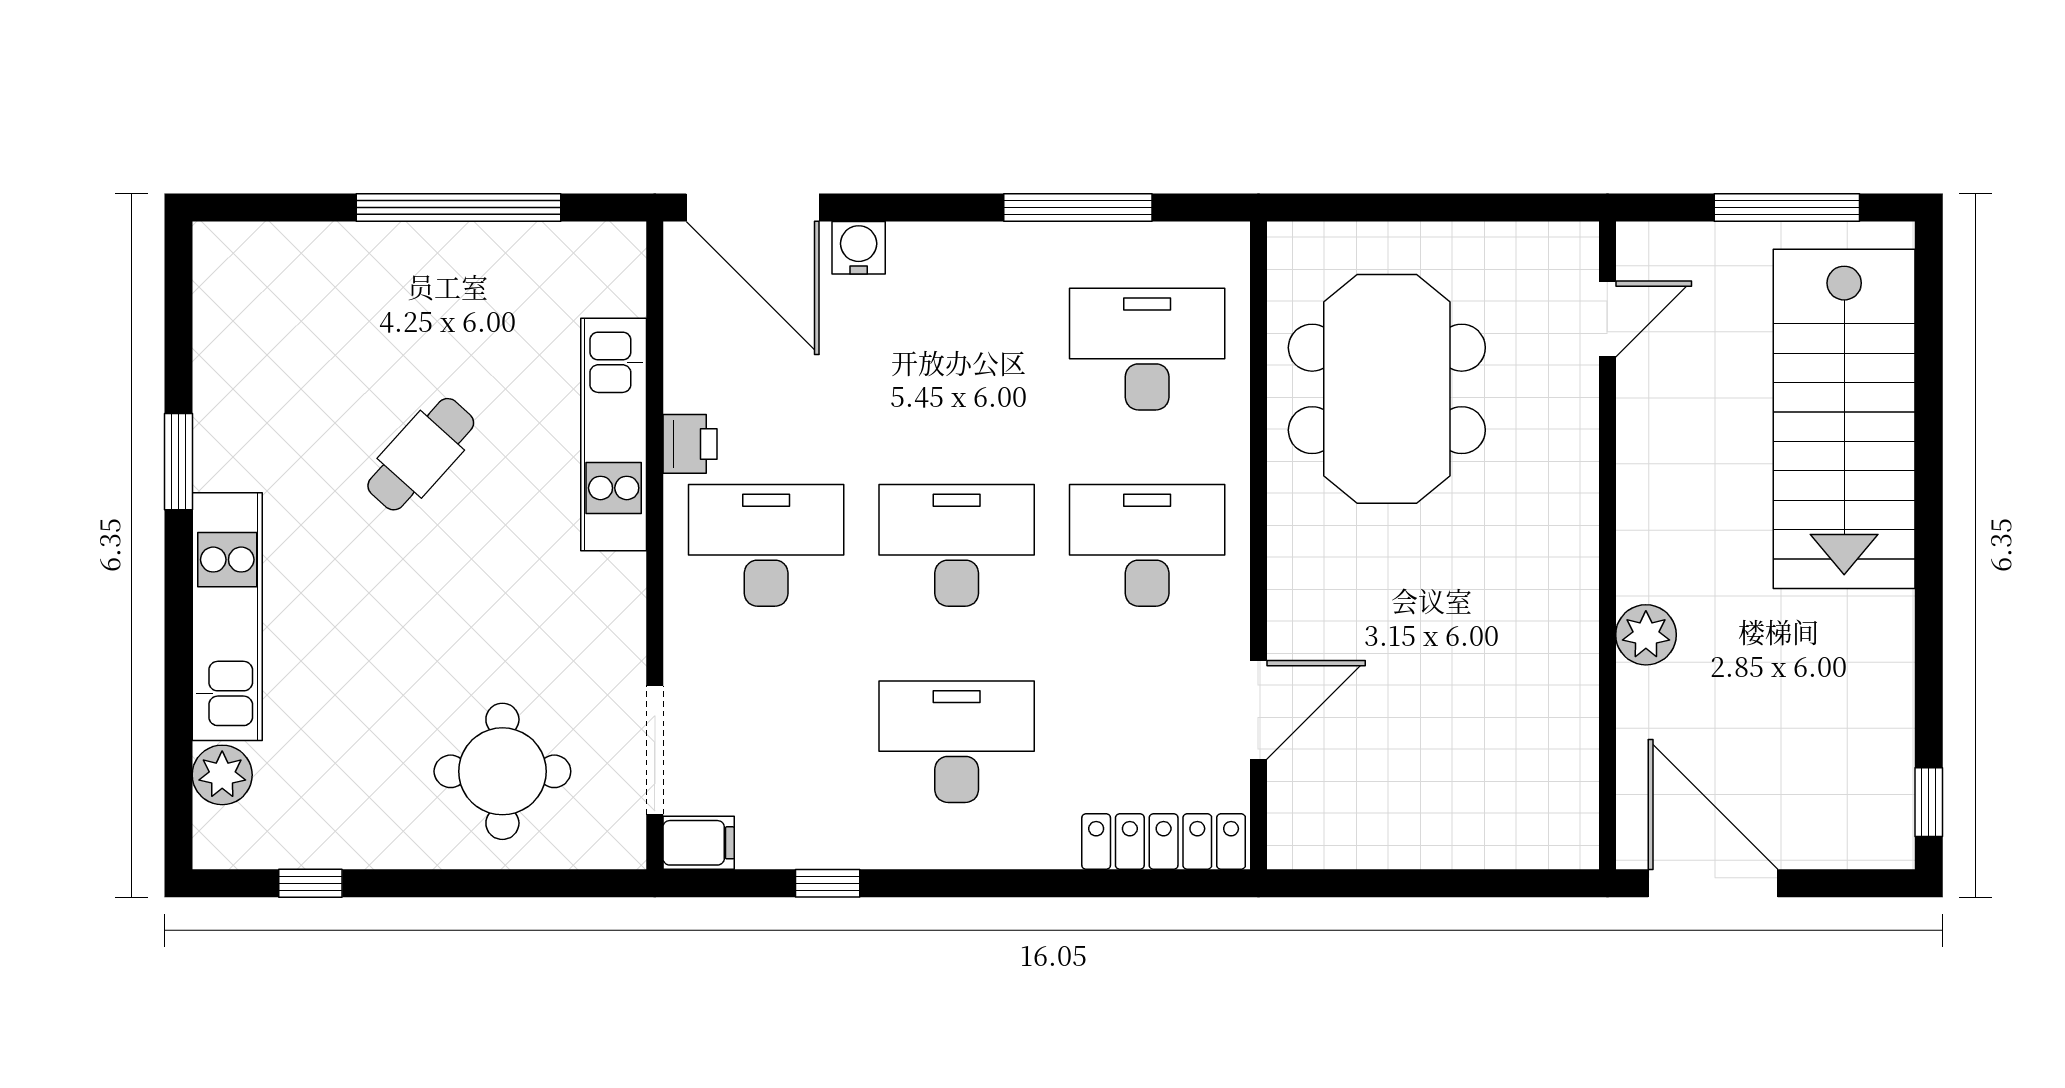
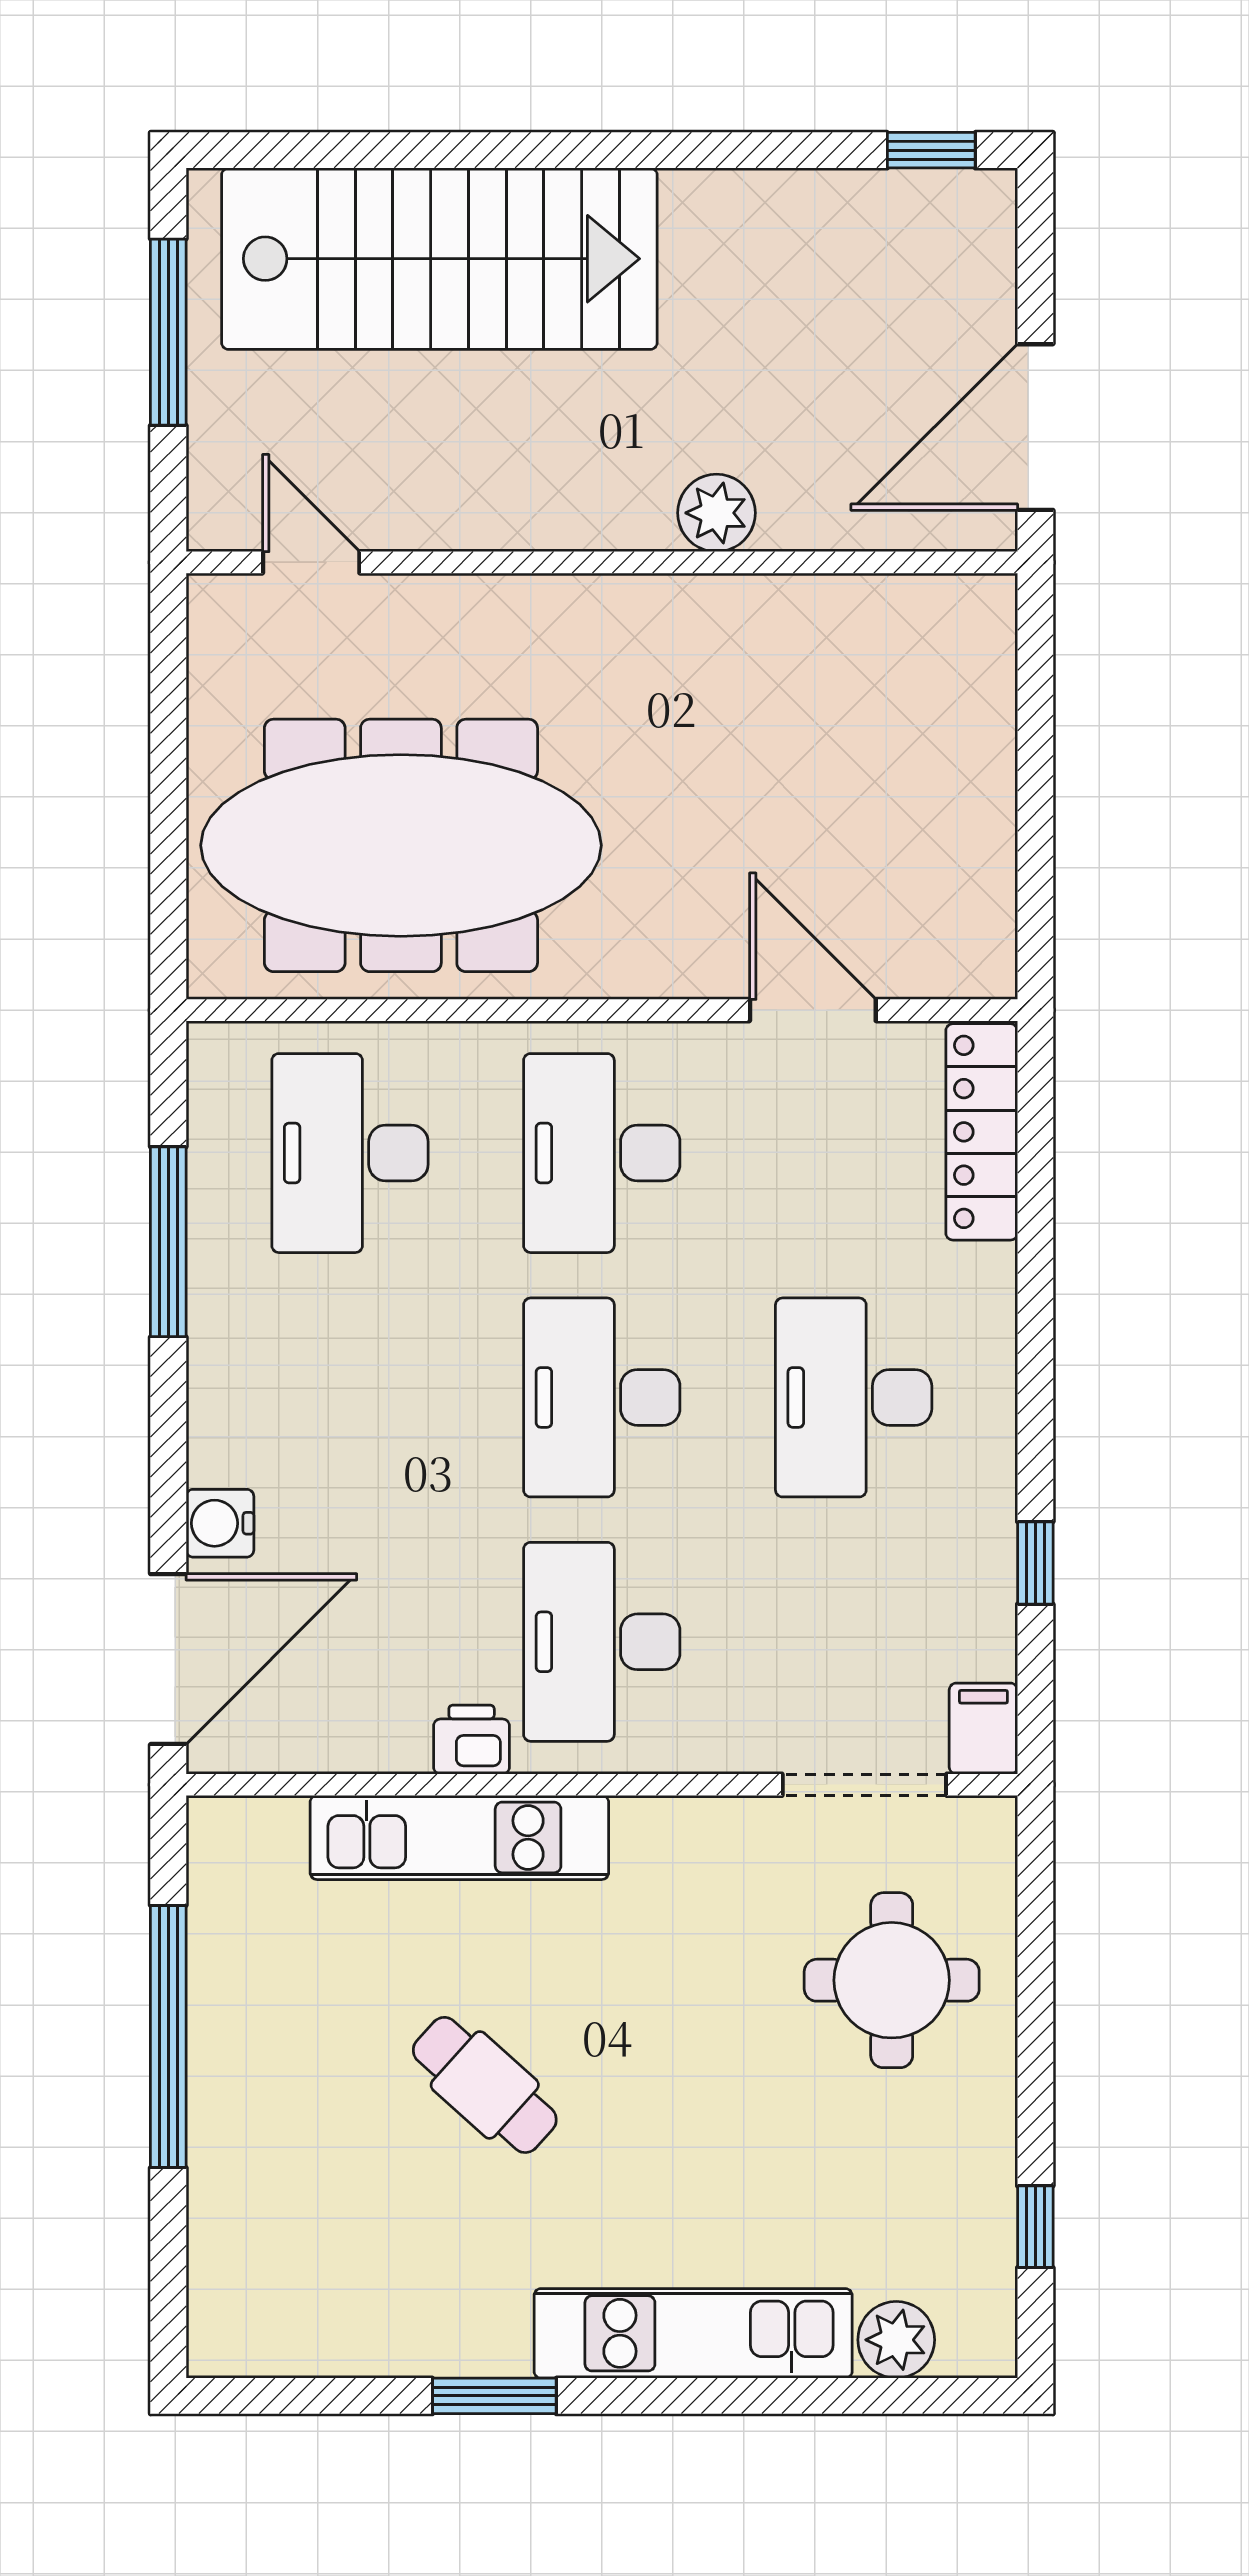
meeting table: (1387, 389) -> (401, 845), width x1.36

